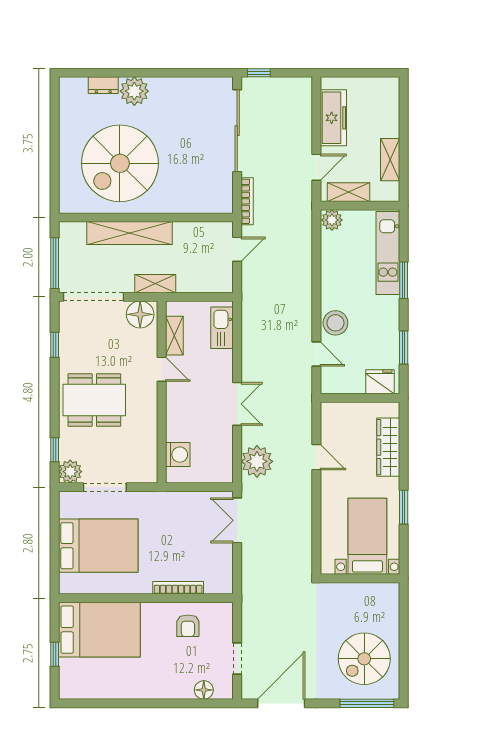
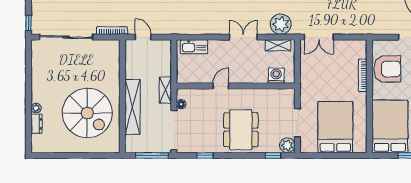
plant: (134, 91) -> (36, 108), width x0.53, depth x0.53
floor lamp: (140, 314) -> (181, 104), width x0.53, depth x0.53
shelving: (174, 336) -> (278, 45), moved
armchair: (188, 626) -> (387, 69), width x1.88, depth x1.88

